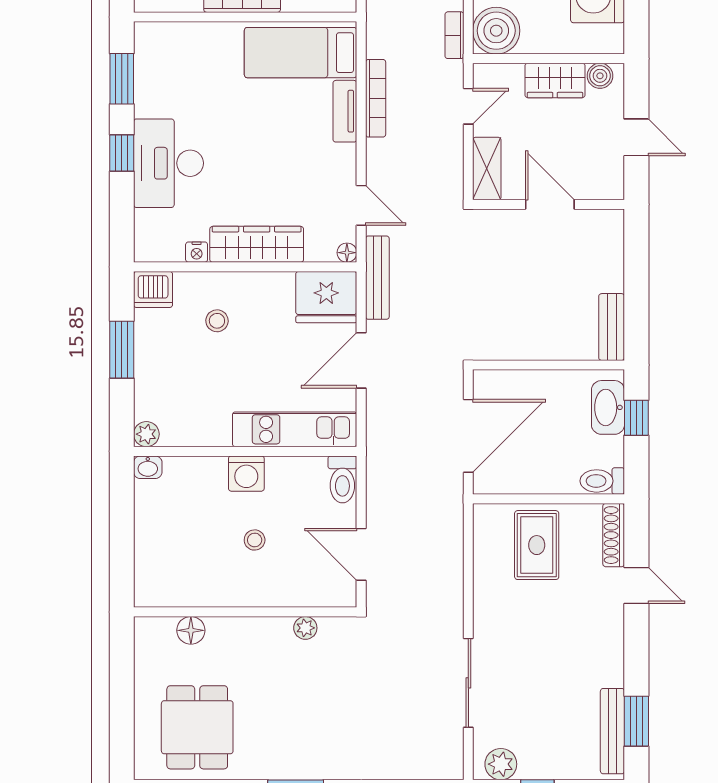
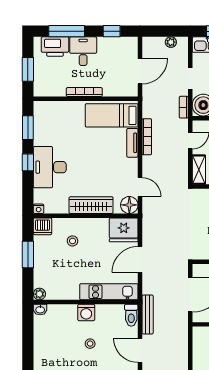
nightstand: (197, 252) -> (39, 209), moved
floor lamp: (347, 253) -> (129, 205), width x1.89, depth x1.89
bench: (377, 278) -> (148, 315), moved

